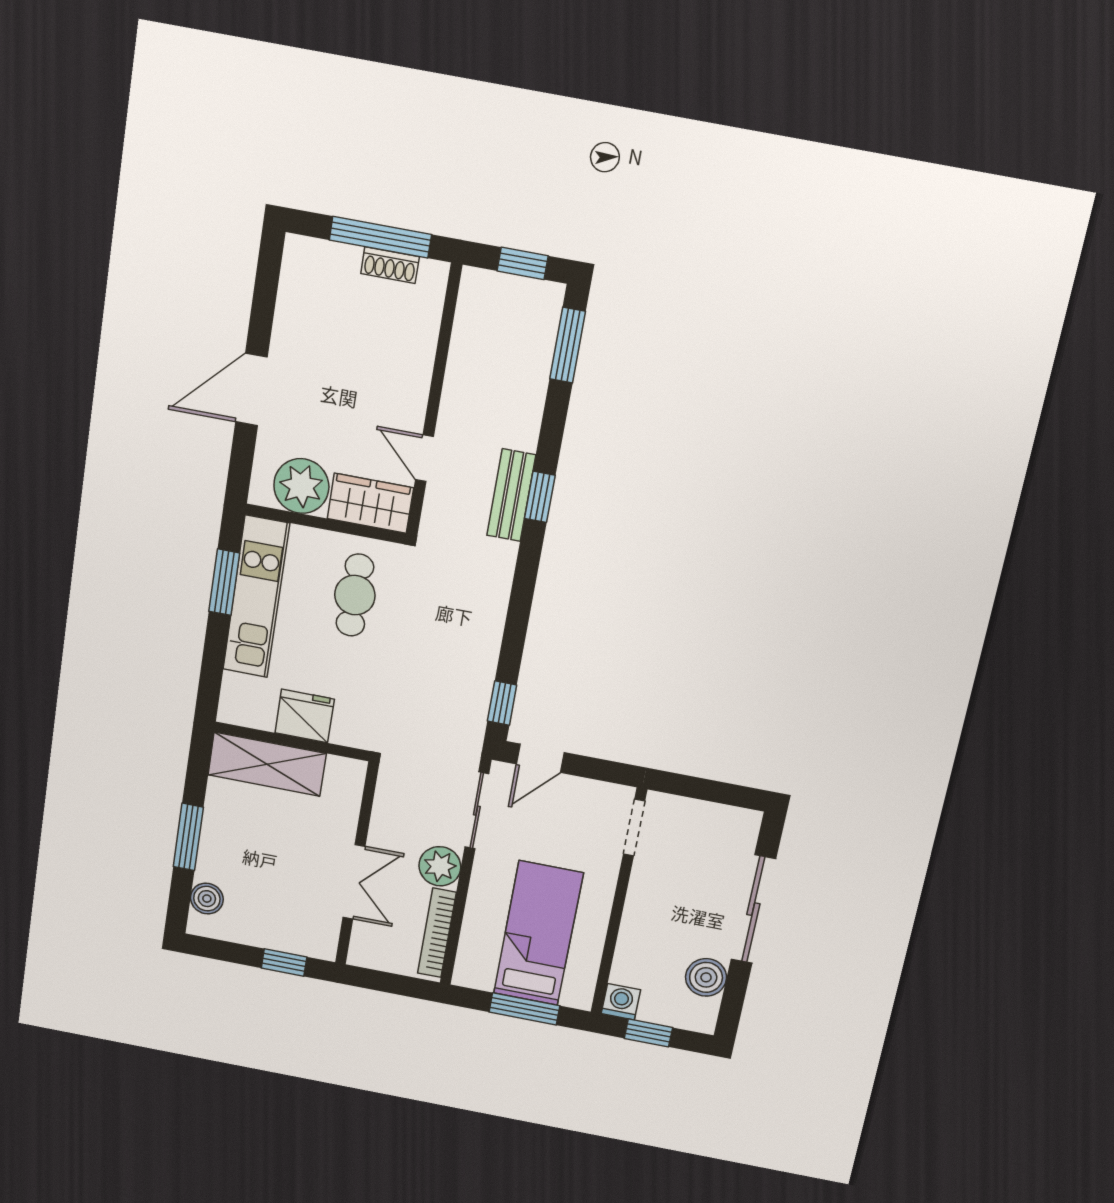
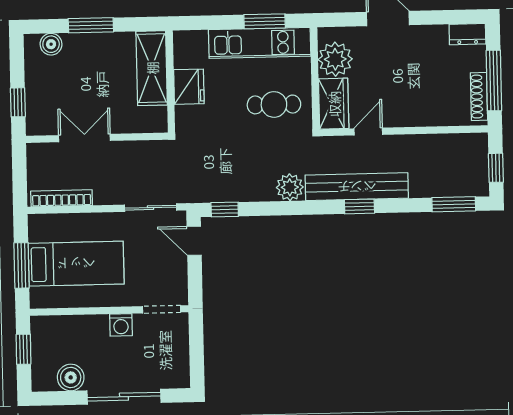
dresser: (298, 265) -> (467, 34), added
shoe rack: (390, 265) -> (479, 96), width x1.43
bench: (511, 495) -> (357, 187), width x1.86, depth x1.21
plant: (440, 866) -> (290, 187), moved
double door: (354, 882) -> (84, 138), swing flipped
washing machine: (621, 1002) -> (121, 325), moved, turned 90

